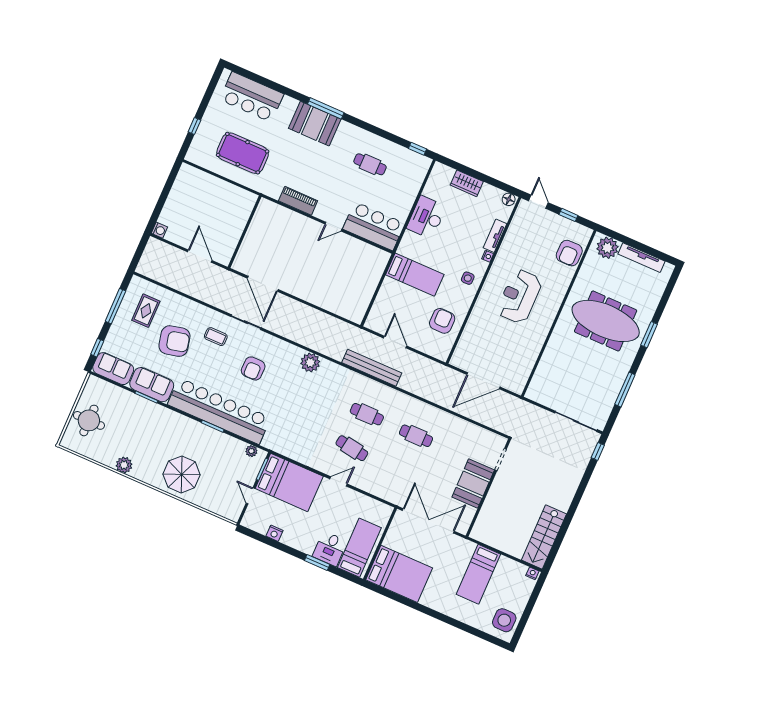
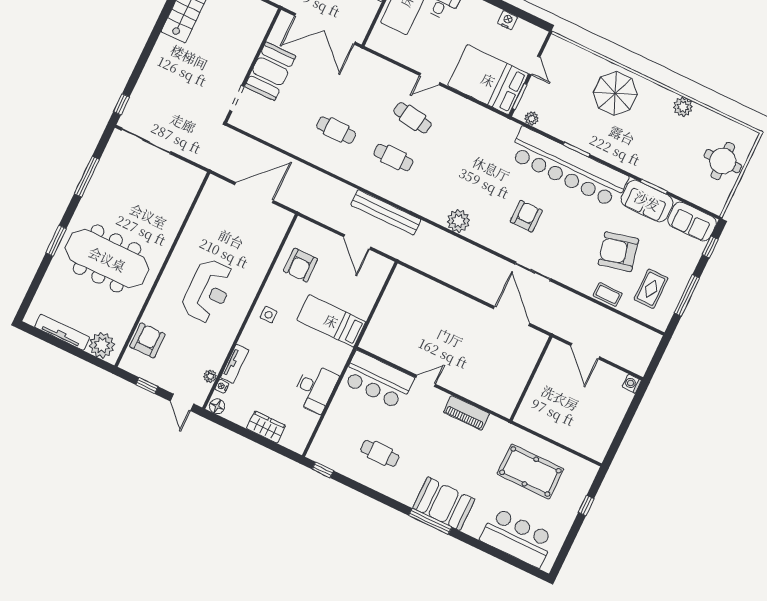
plant: (515, 225) -> (210, 376), added
nightstand: (488, 256) -> (222, 386), moved
coffee table: (216, 337) -> (608, 294), moved

